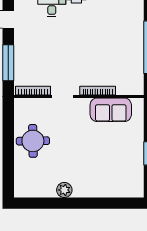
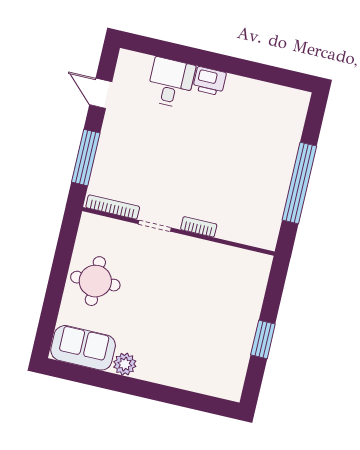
bookcase: (98, 91) -> (199, 227), width x0.64
sofa: (111, 110) -> (83, 348), moved, turned 180

